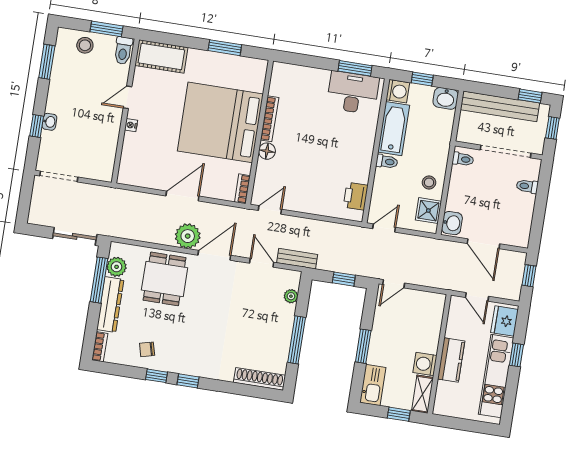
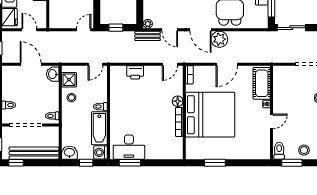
cot: (161, 56) -> (262, 83), moved, turned 90
printer: (356, 196) -> (135, 72), moved, turned 90
door: (214, 255) -> (201, 30), hinge flipped
plant: (117, 267) -> (262, 13), removed
plant: (291, 296) -> (148, 24), moved

